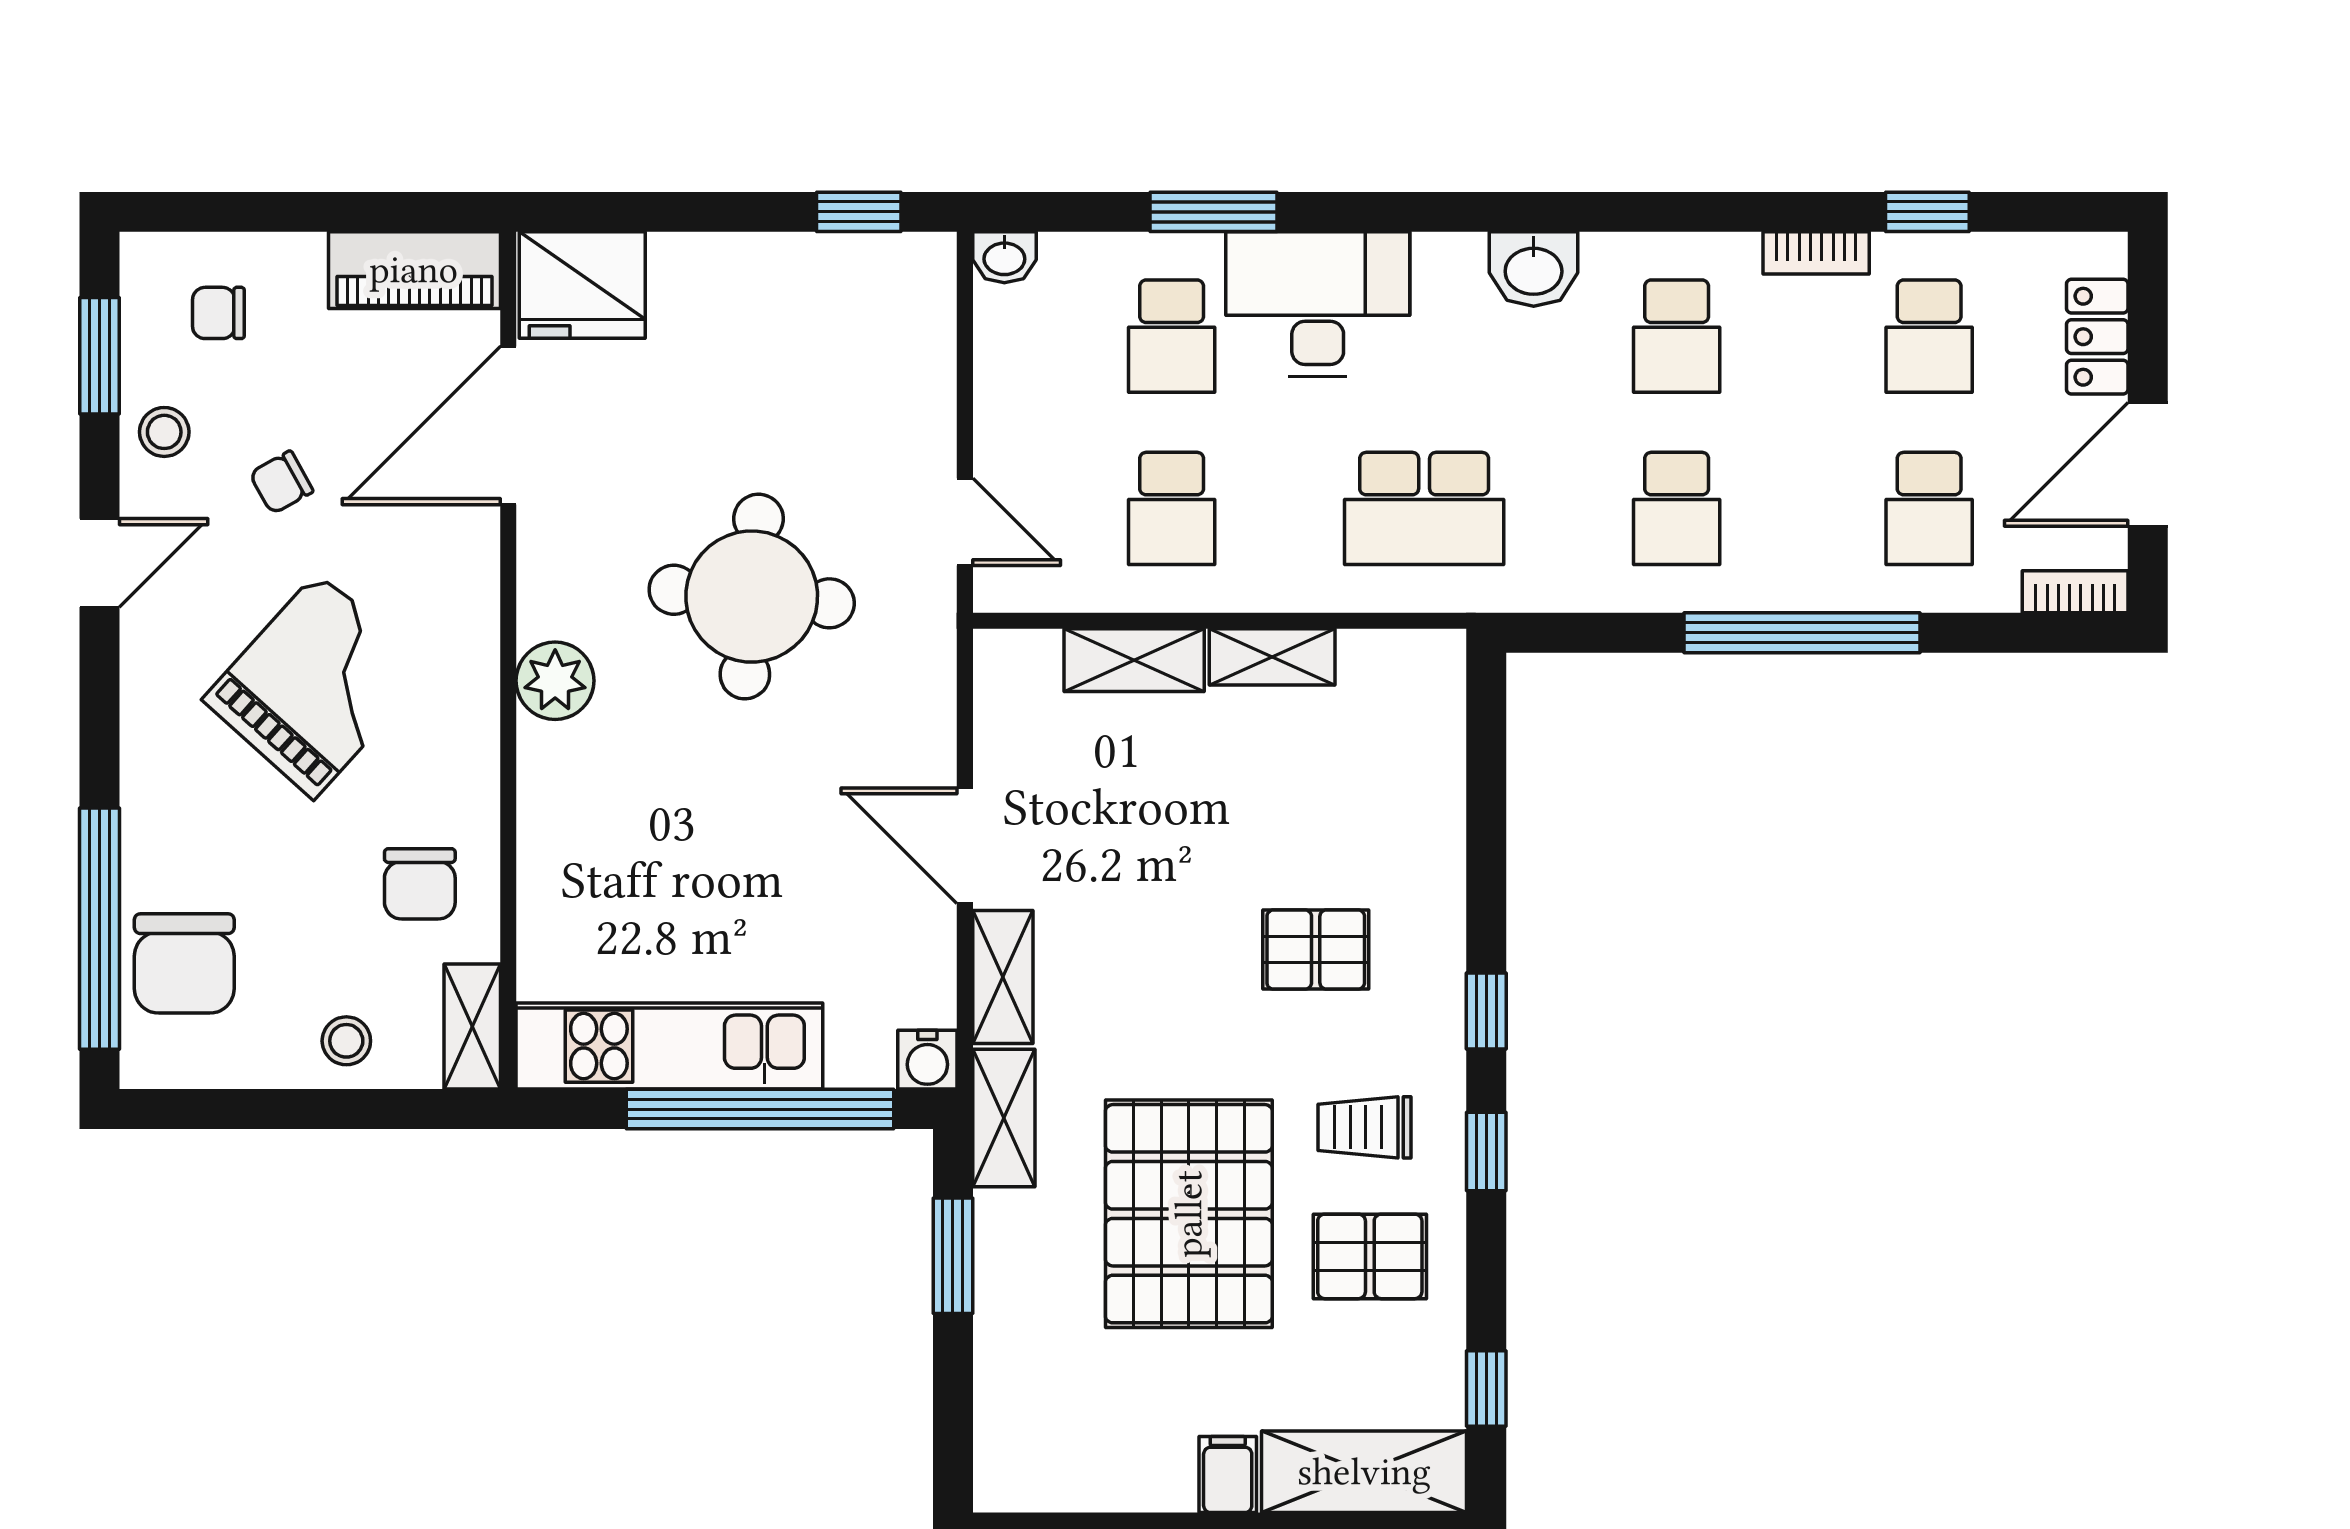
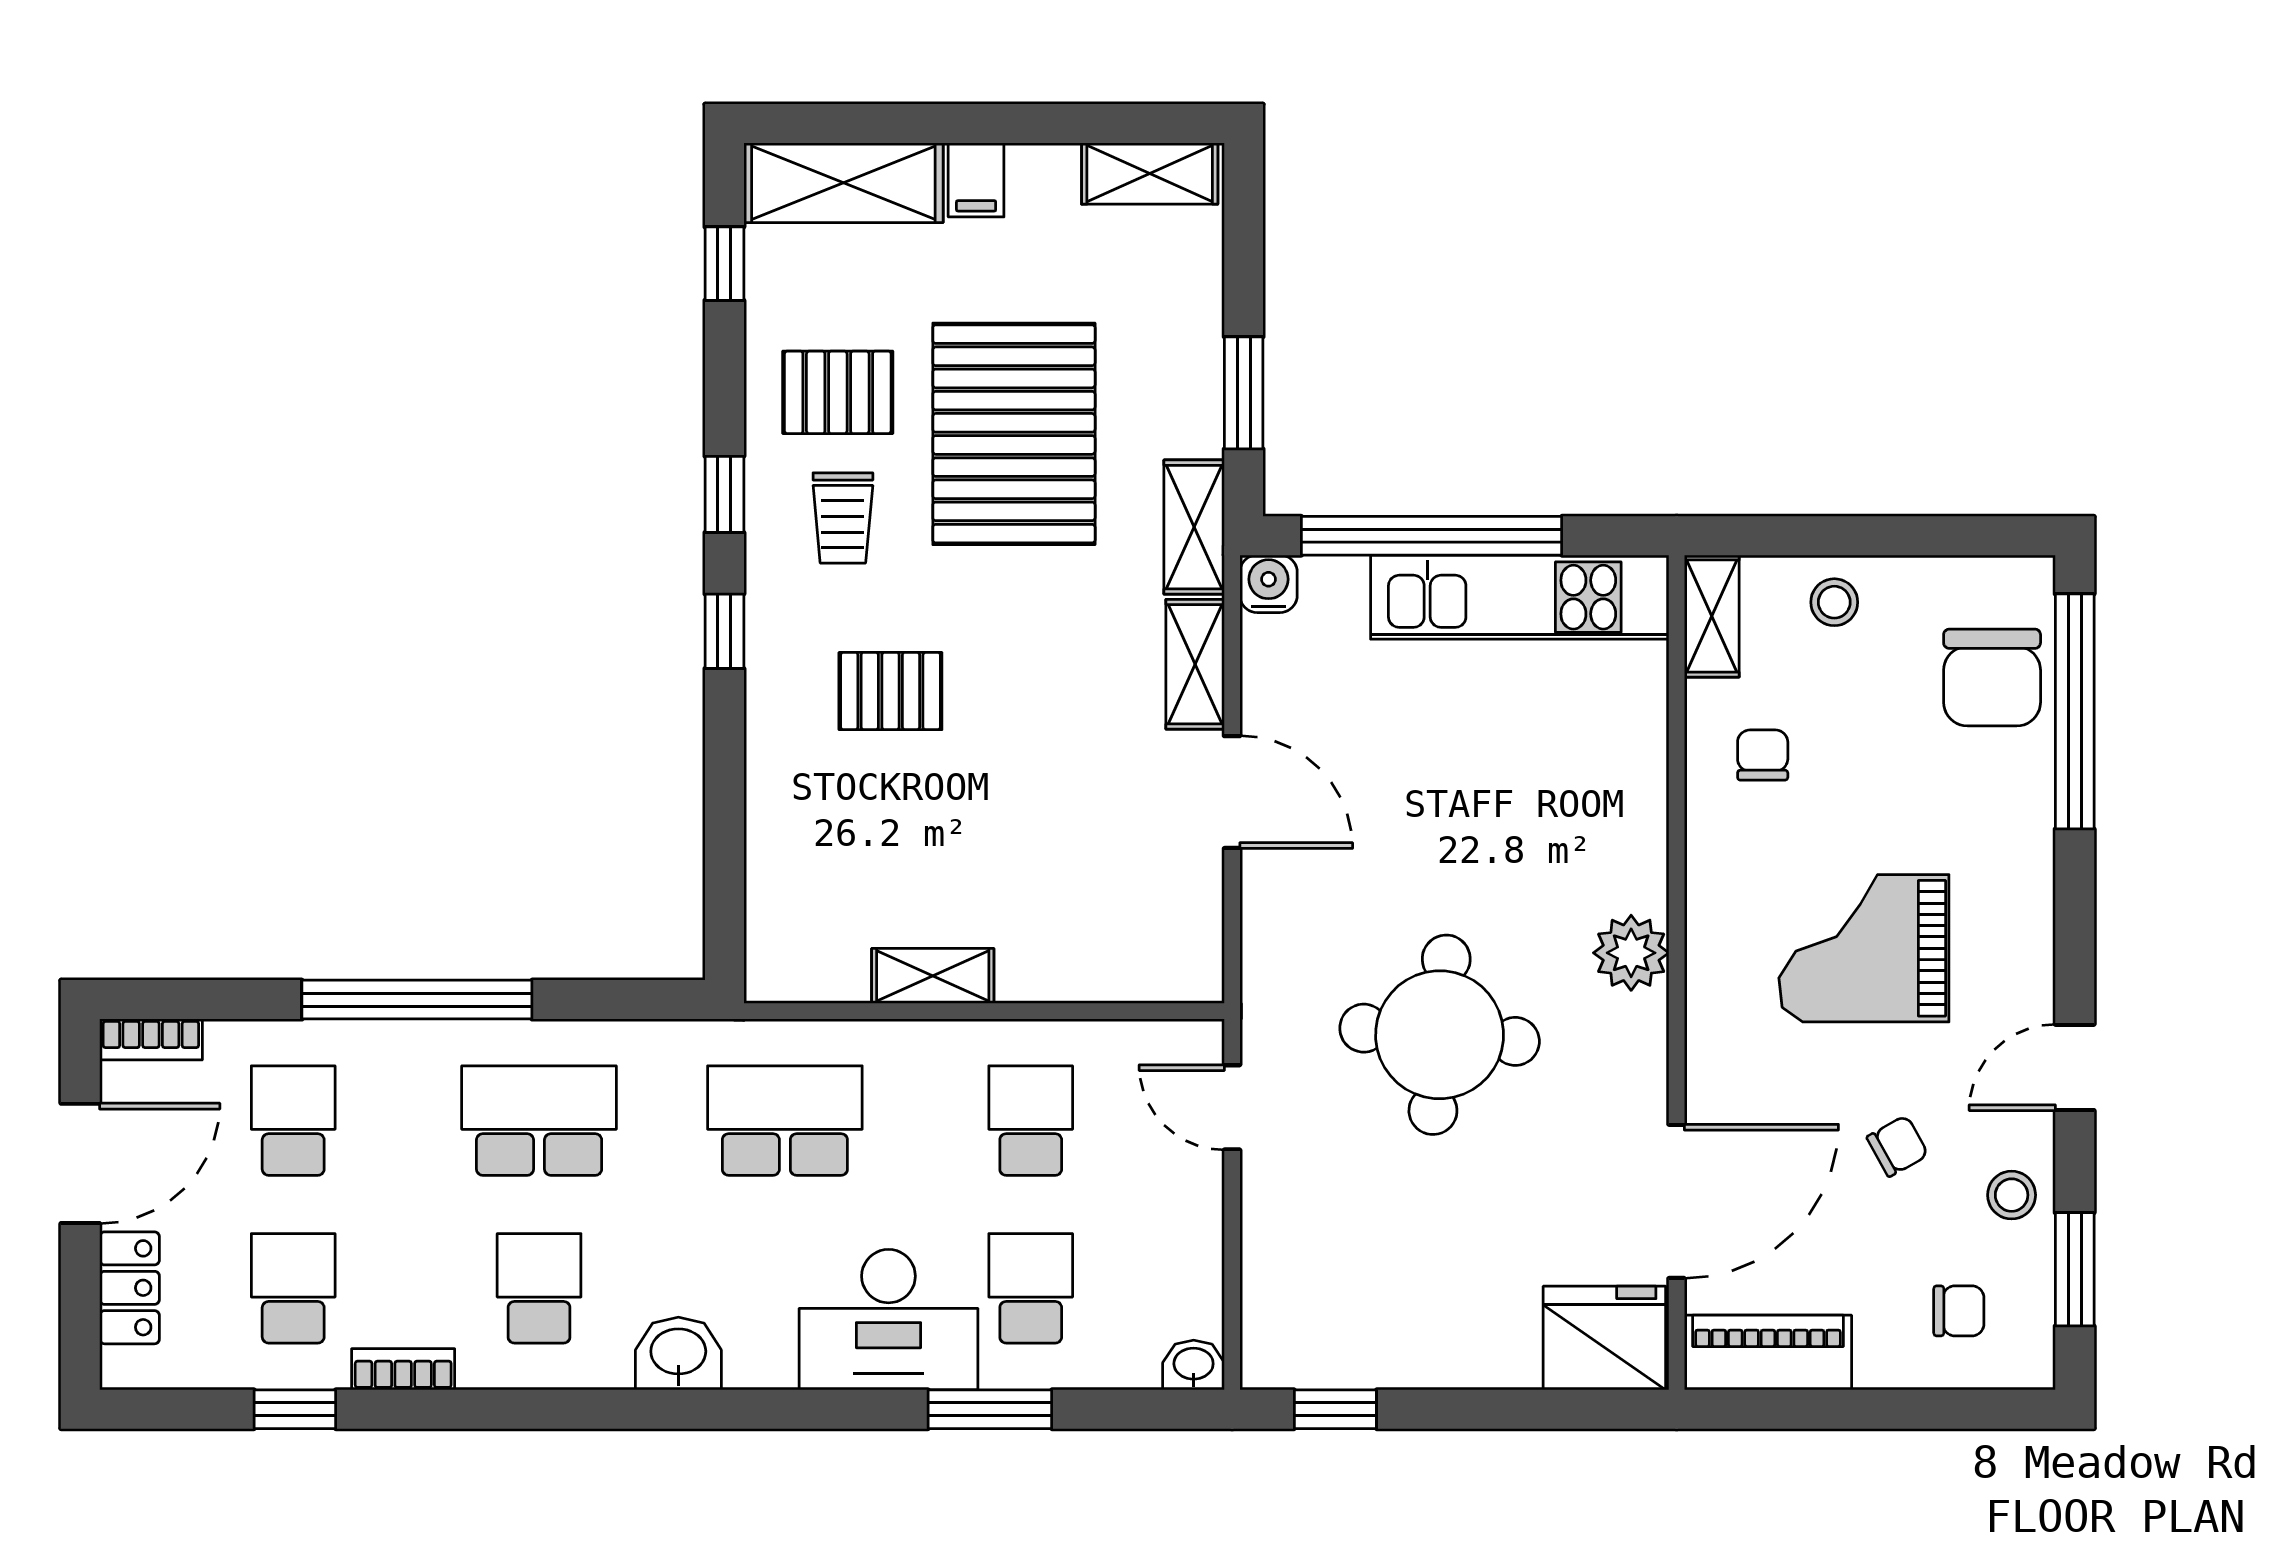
school desk: (1677, 508) -> (539, 1121), width x1.85
shelving: (1134, 660) -> (1150, 173), moved
grand piano: (316, 685) -> (1864, 948), turned 48
chair: (420, 884) -> (1763, 755), width x0.73, depth x0.73
chair: (184, 963) -> (1992, 678), turned 180
trolley: (1364, 1127) -> (843, 518), turned 90

